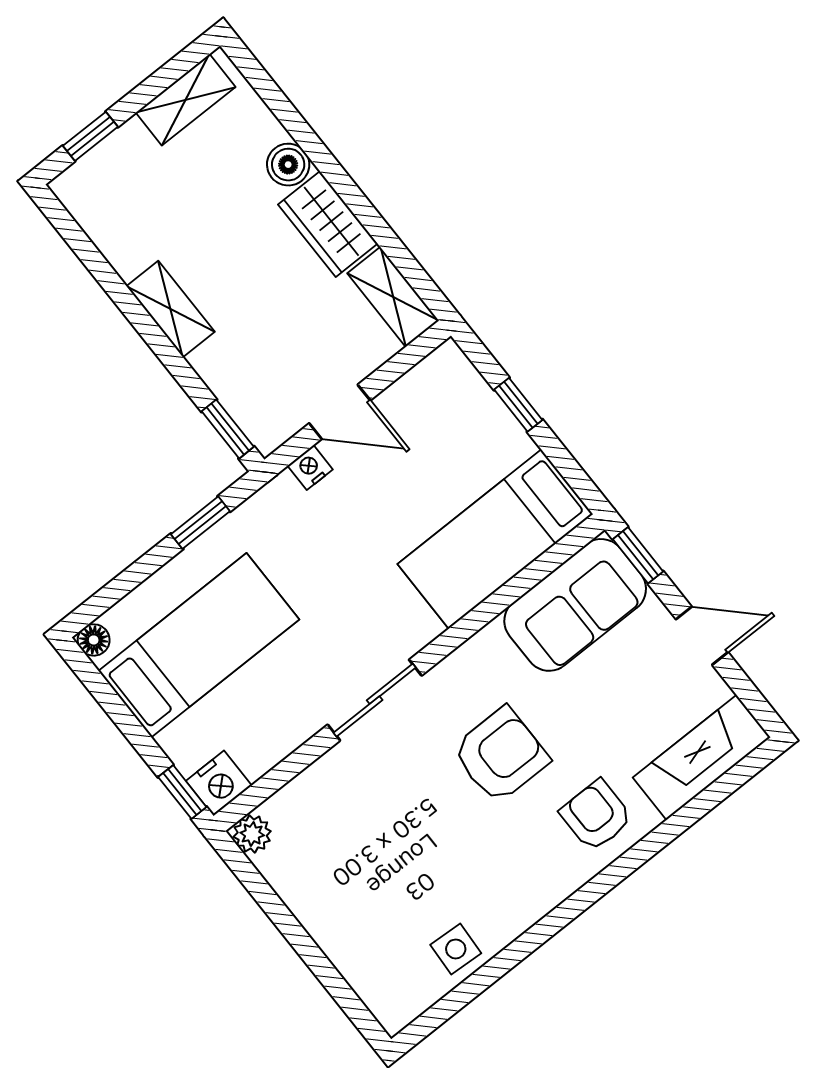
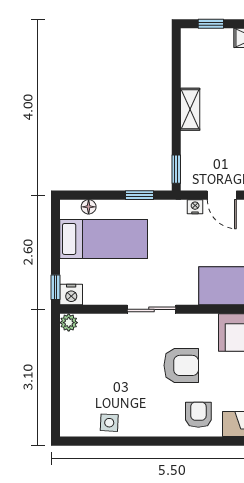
floor lamp: (94, 640) -> (89, 207), moved

